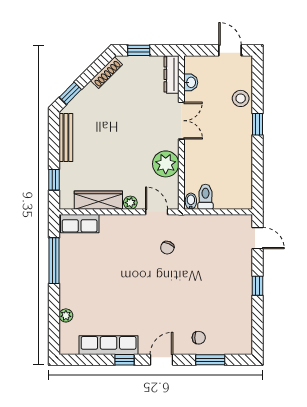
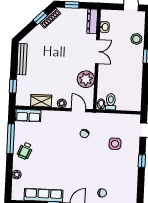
window: (70, 93) -> (40, 18), moved
wardrobe: (98, 200) -> (41, 101), width x0.67
side table: (215, 261) -> (115, 144), added
wheelchair: (77, 278) -> (25, 151), added

